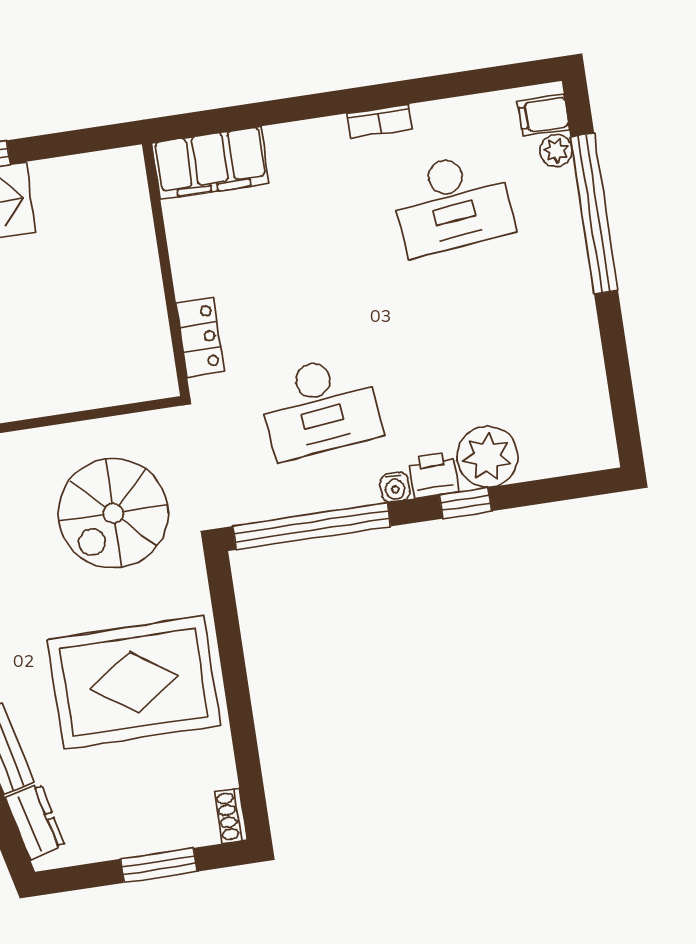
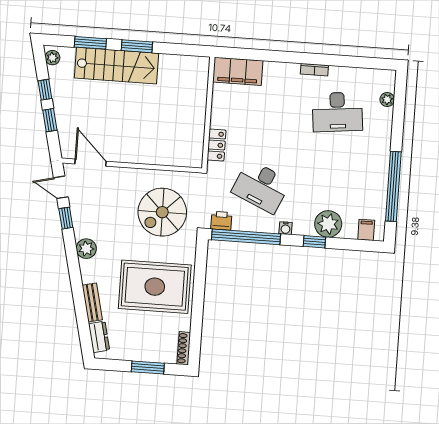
filing cabinet: (543, 115) -> (366, 230), moved, turned 90
window: (594, 214) -> (393, 186), moved
desk: (320, 407) -> (261, 187), turned 30
printer: (433, 475) -> (221, 221), moved
shoe rack: (231, 816) -> (184, 348), width x1.43

